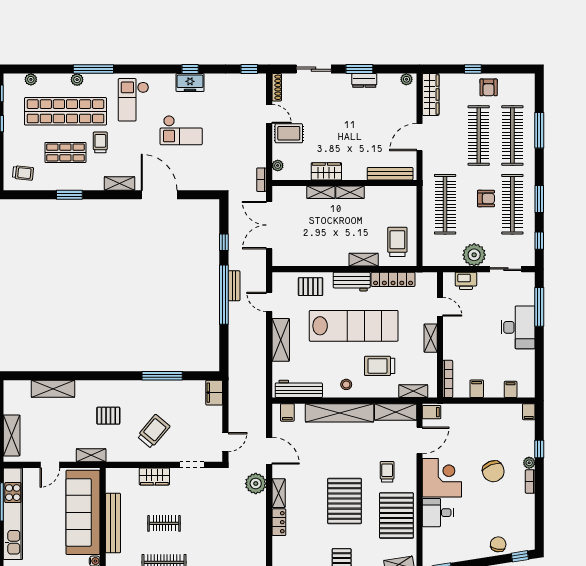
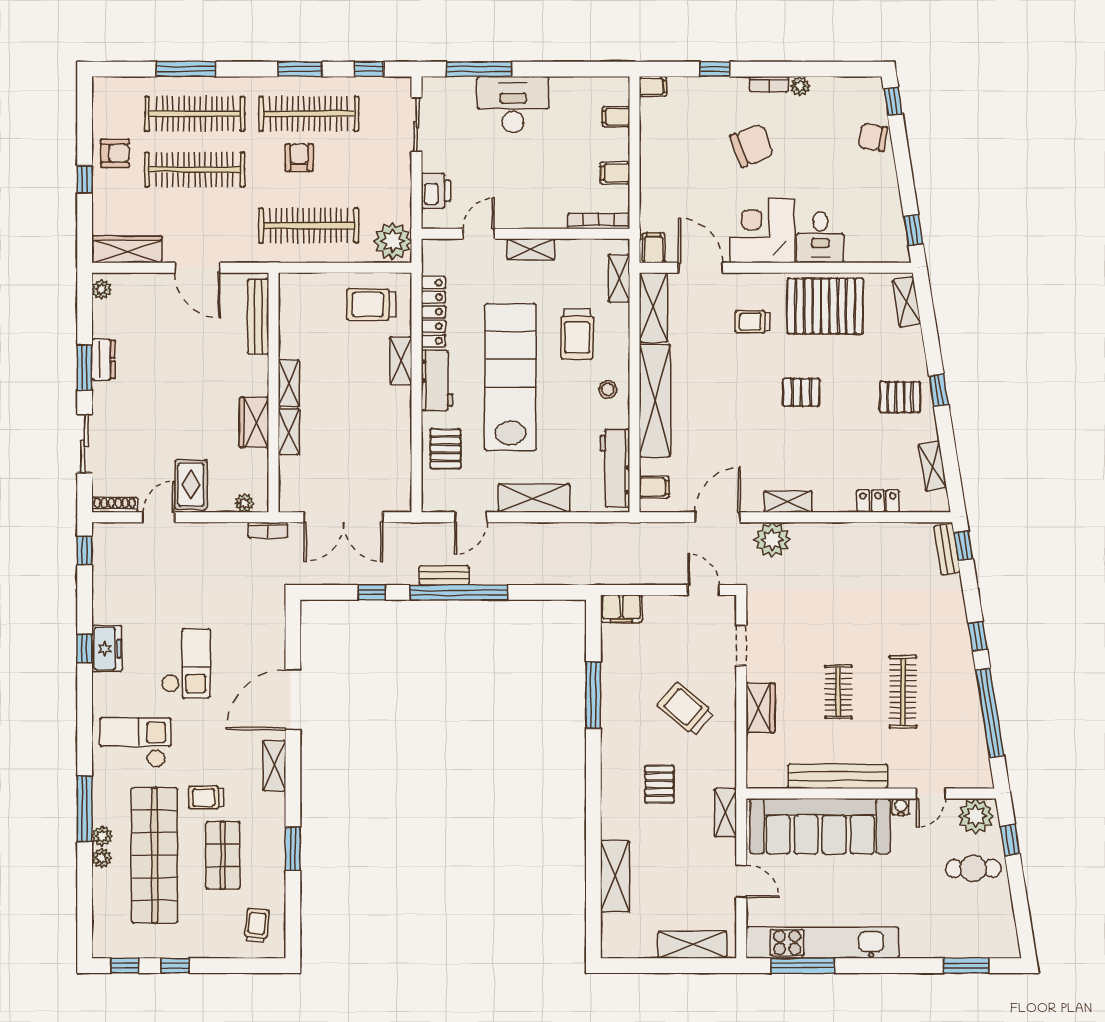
plant: (31, 79) -> (102, 858), moved
checkout: (133, 100) -> (135, 742), turned 180
plant: (474, 255) -> (393, 241), moved
plant: (529, 463) -> (800, 86), moved
pallet: (344, 501) -> (801, 392), width x0.49, depth x0.50
locker: (279, 522) -> (878, 501), moved

